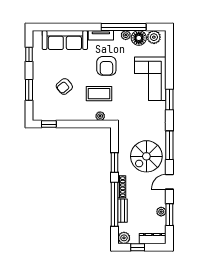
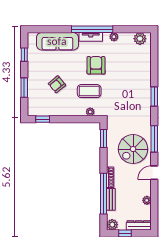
window: (124, 27) -> (92, 29), moved
floor lamp: (139, 38) -> (126, 39), removed
armchair: (106, 66) -> (96, 65), turned 180
corner sofa: (150, 79) -> (137, 77), removed
window: (115, 163) -> (104, 138), moved
window: (169, 215) -> (154, 203), removed

